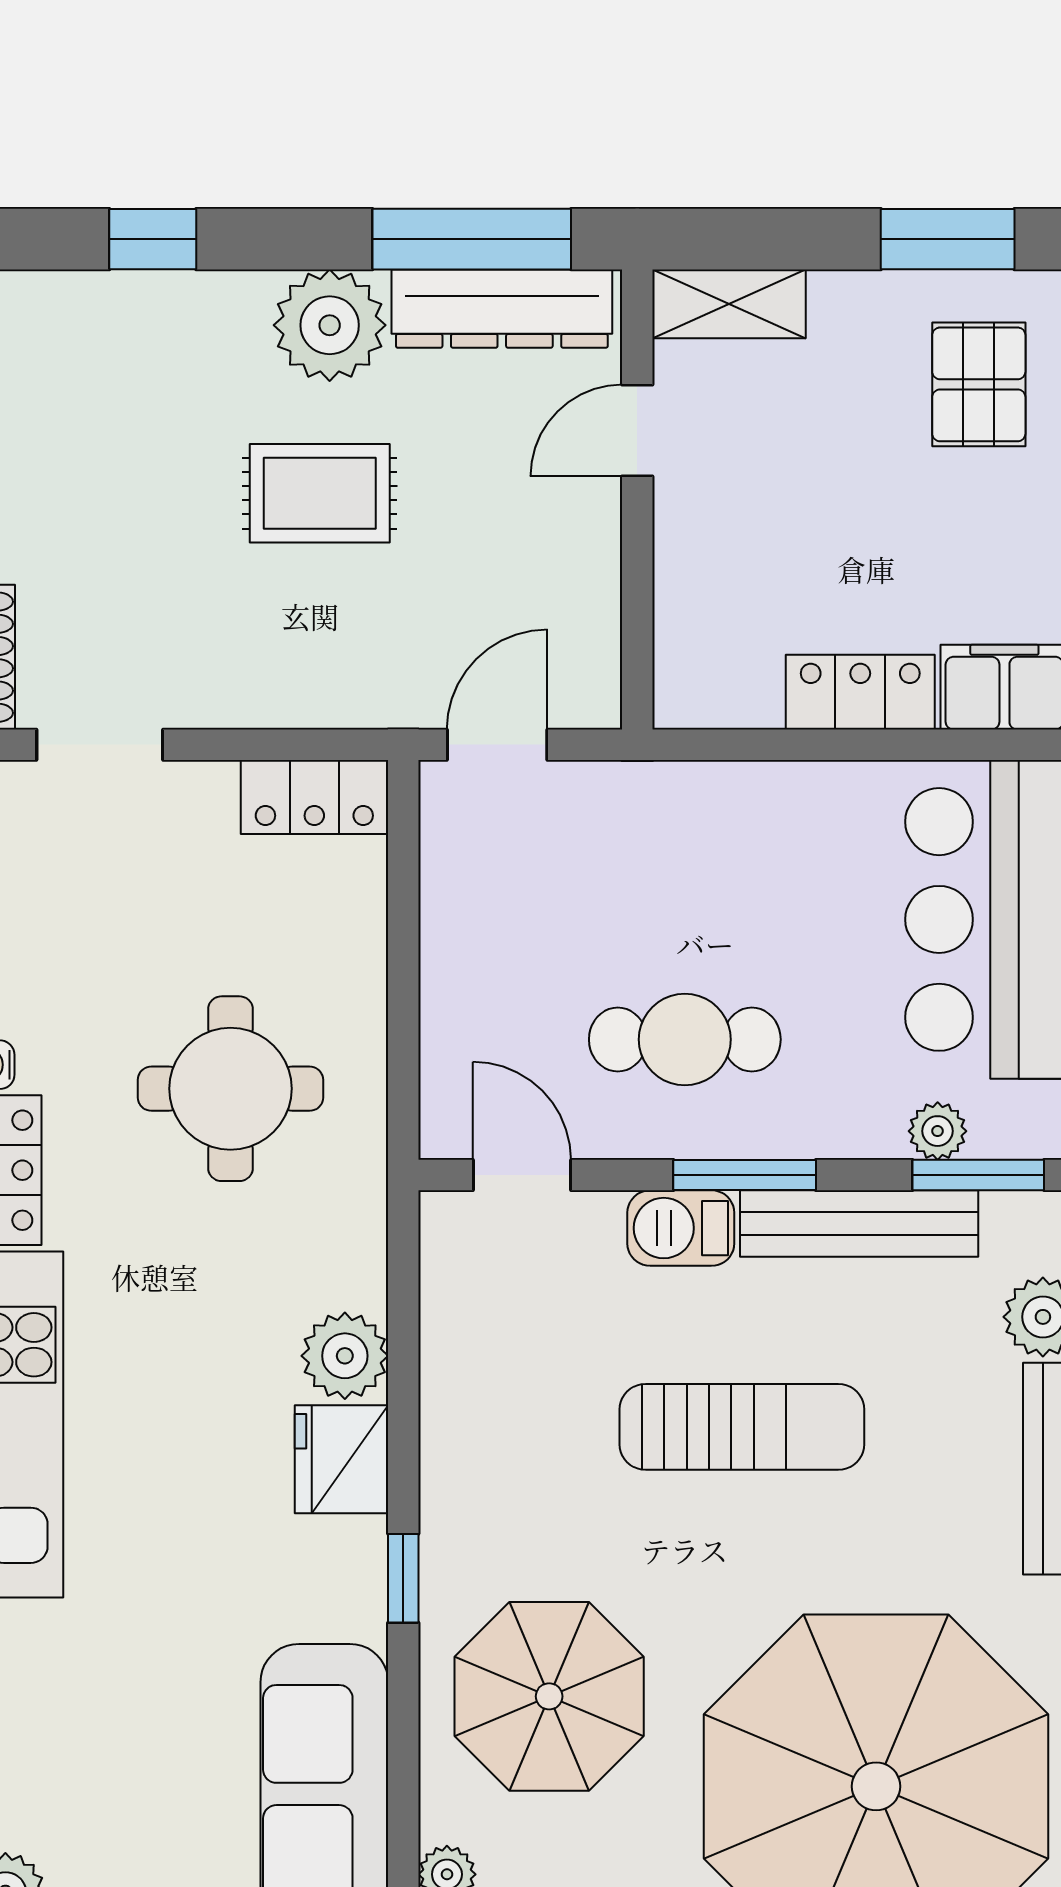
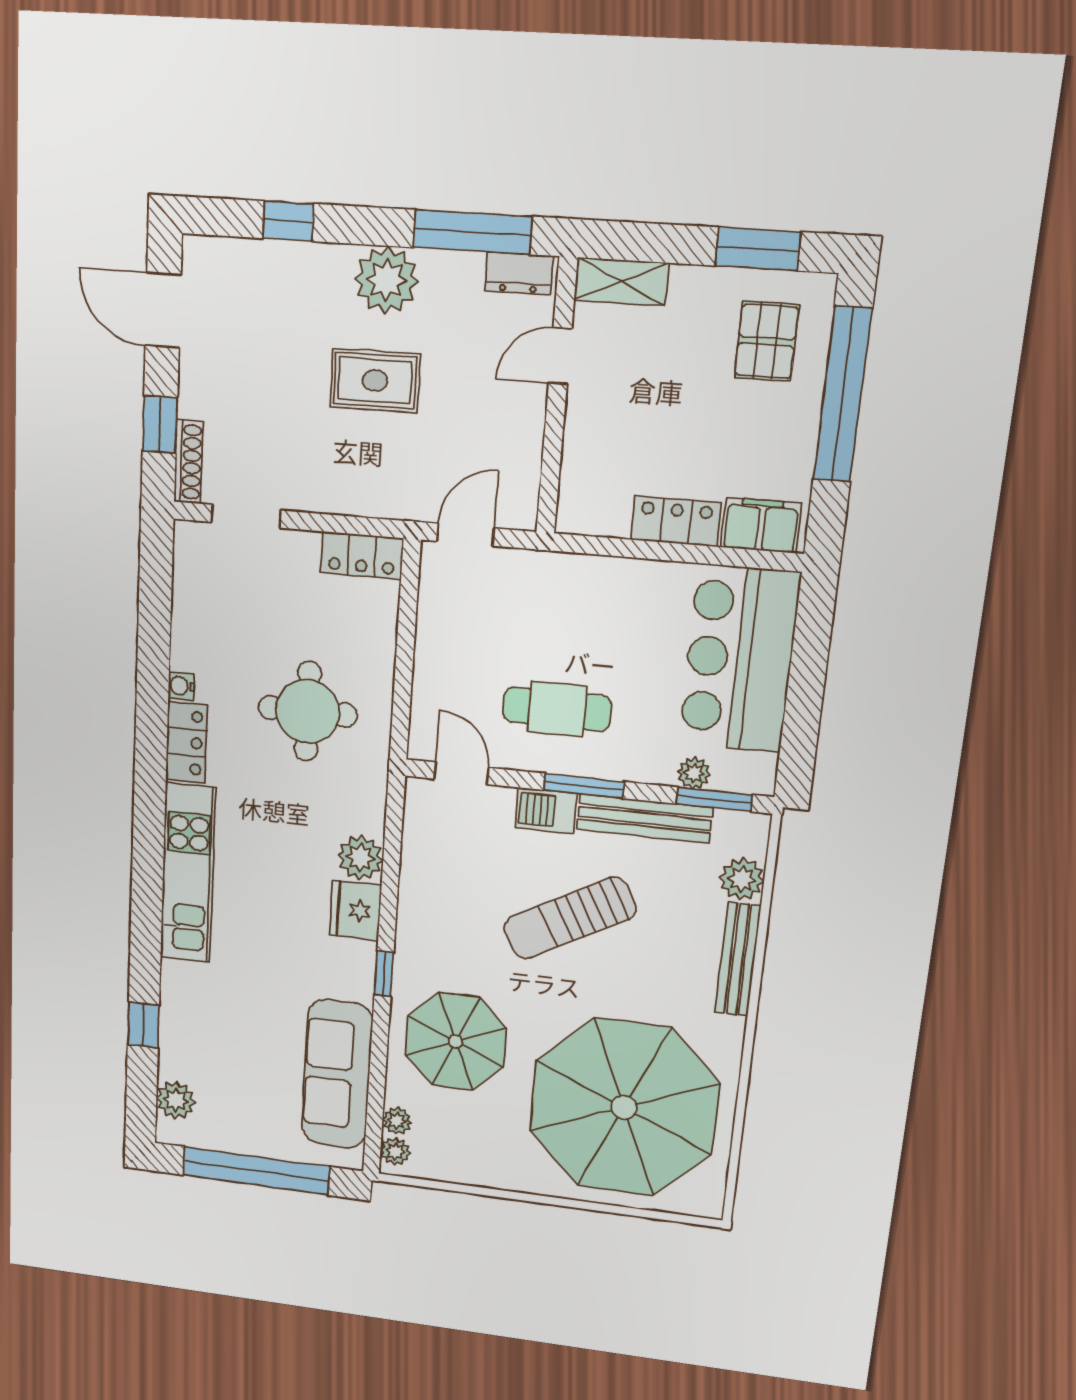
dresser: (502, 309) -> (519, 273), width x0.51, depth x0.80
sun lounger: (742, 1427) -> (570, 918), turned 151

